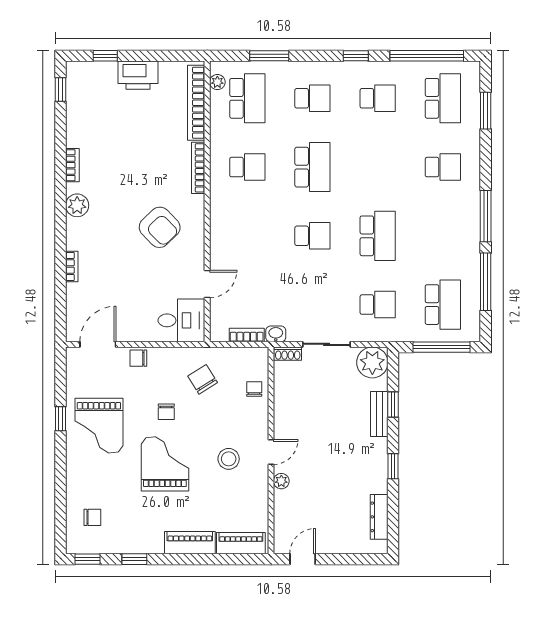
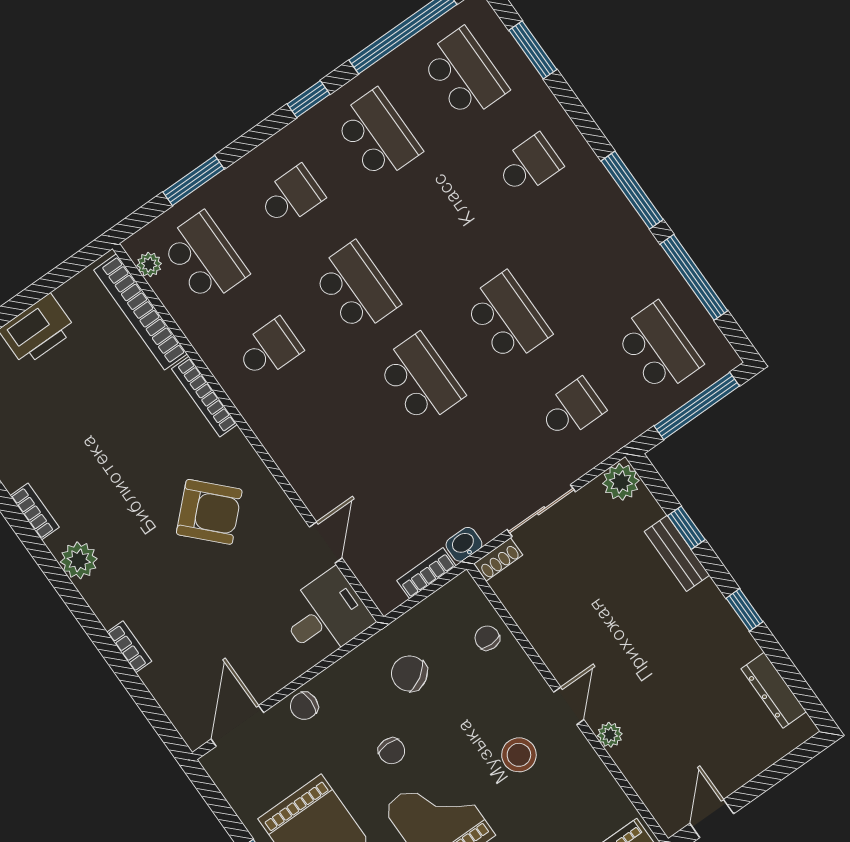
school desk: (378, 98) -> (378, 135), width x1.85
school desk: (312, 236) -> (420, 379), width x1.85
plant: (372, 362) -> (621, 482), width x0.73, depth x0.73

